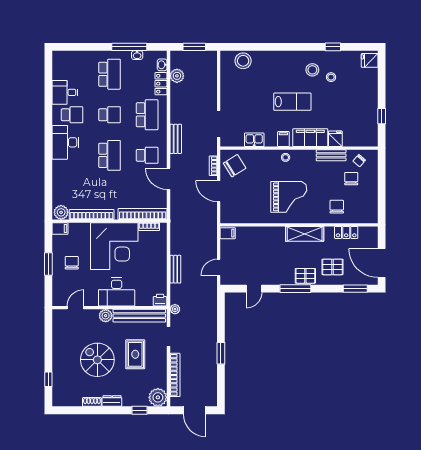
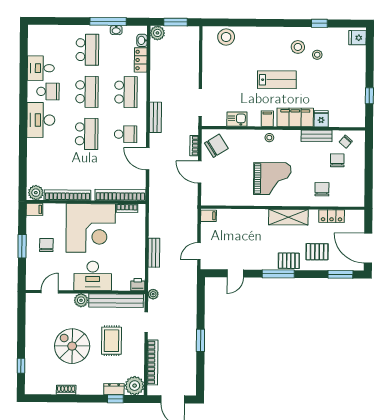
plant: (177, 76) -> (157, 33), moved
school desk: (110, 115) -> (87, 92), width x1.85
dresser: (112, 401) -> (114, 389), moved

